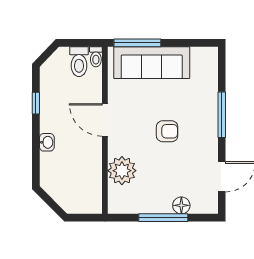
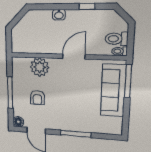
armchair: (167, 131) -> (37, 98), moved
floor lamp: (181, 205) -> (18, 122), moved

